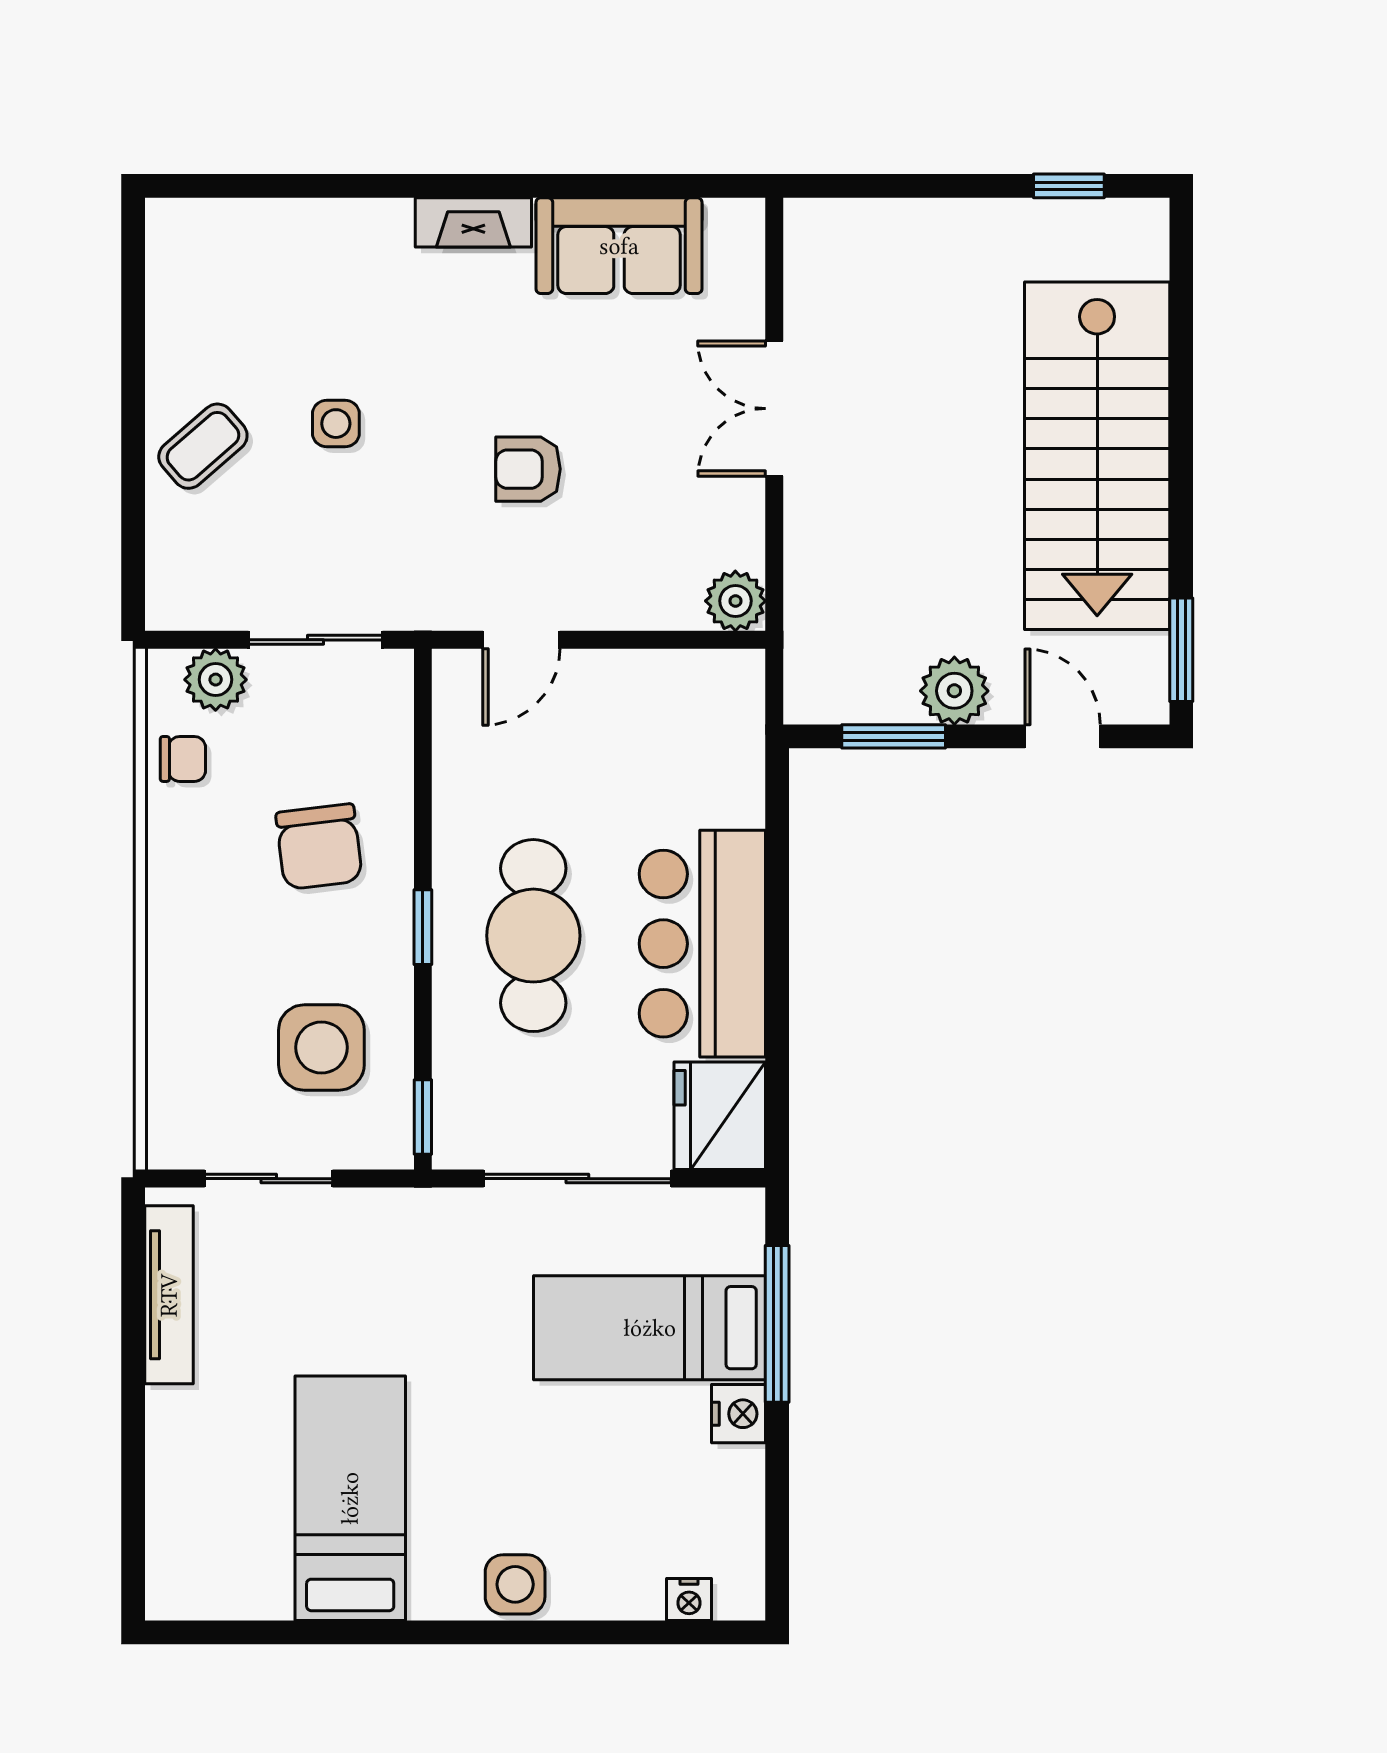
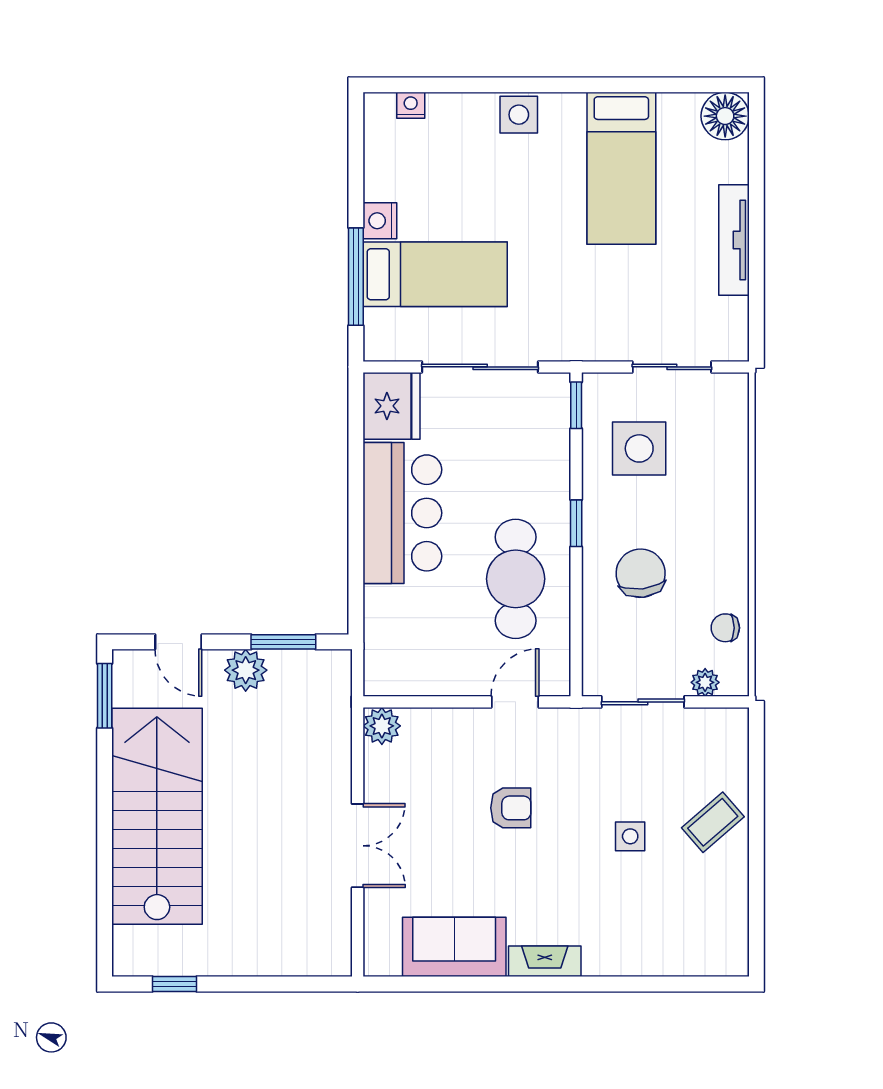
plant: (216, 680) -> (705, 682), width x0.73, depth x0.73
cafe table: (533, 936) -> (516, 579), moved
tv unit: (169, 1295) -> (734, 240), moved
floor lamp: (183, 1582) -> (725, 116), added

